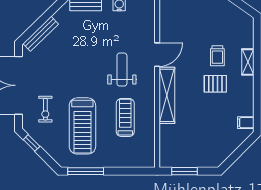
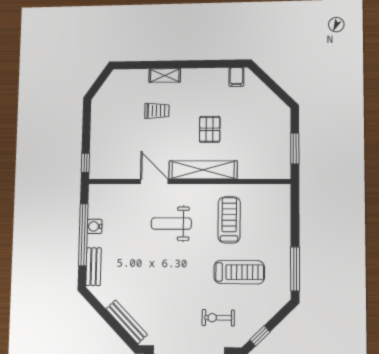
pallet: (215, 84) -> (210, 129), moved
exercise bike: (45, 109) -> (218, 318), turned 180
treadmill: (125, 117) -> (229, 220), turned 90
treadmill: (82, 126) -> (239, 272), width x0.73, depth x0.73

